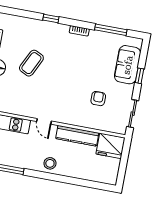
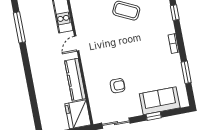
window: (111, 30) -> (186, 72), width x0.69
stool: (50, 163) -> (40, 64), removed

